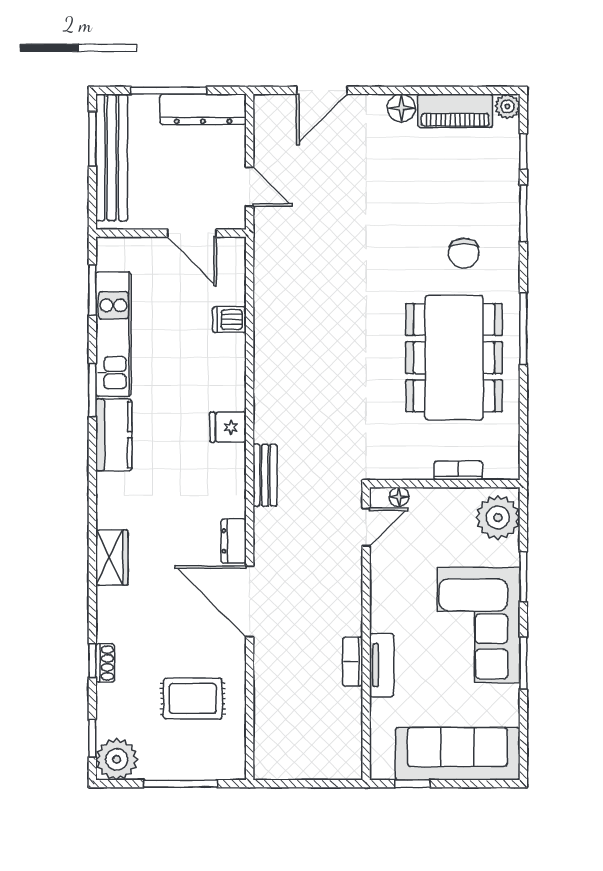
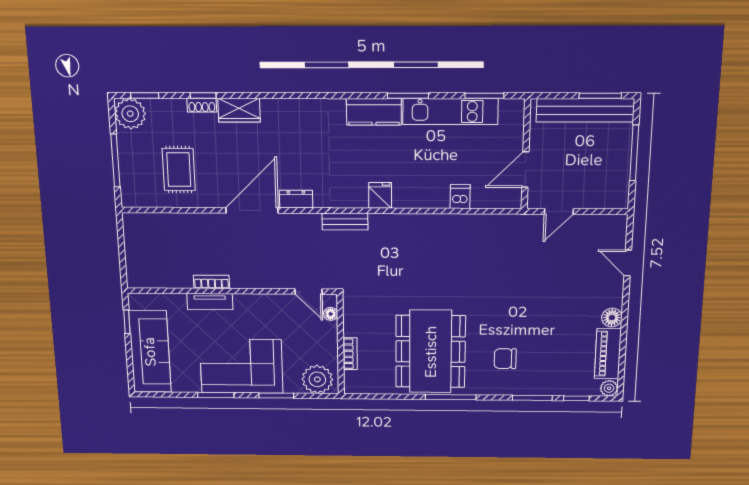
door: (322, 90) -> (628, 263), width x0.73
dresser: (203, 109) -> (619, 178), removed
dining table: (454, 358) -> (431, 352), turned 90
wardrobe: (112, 557) -> (239, 110), moved

